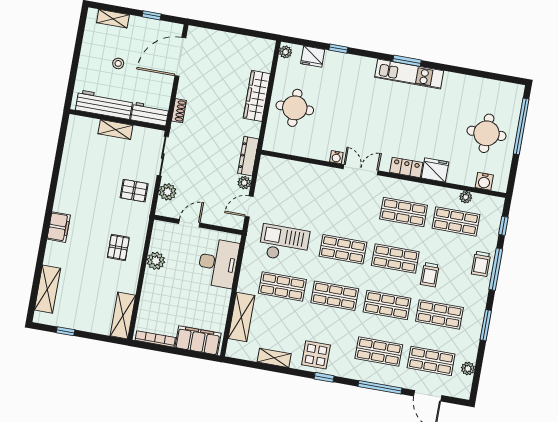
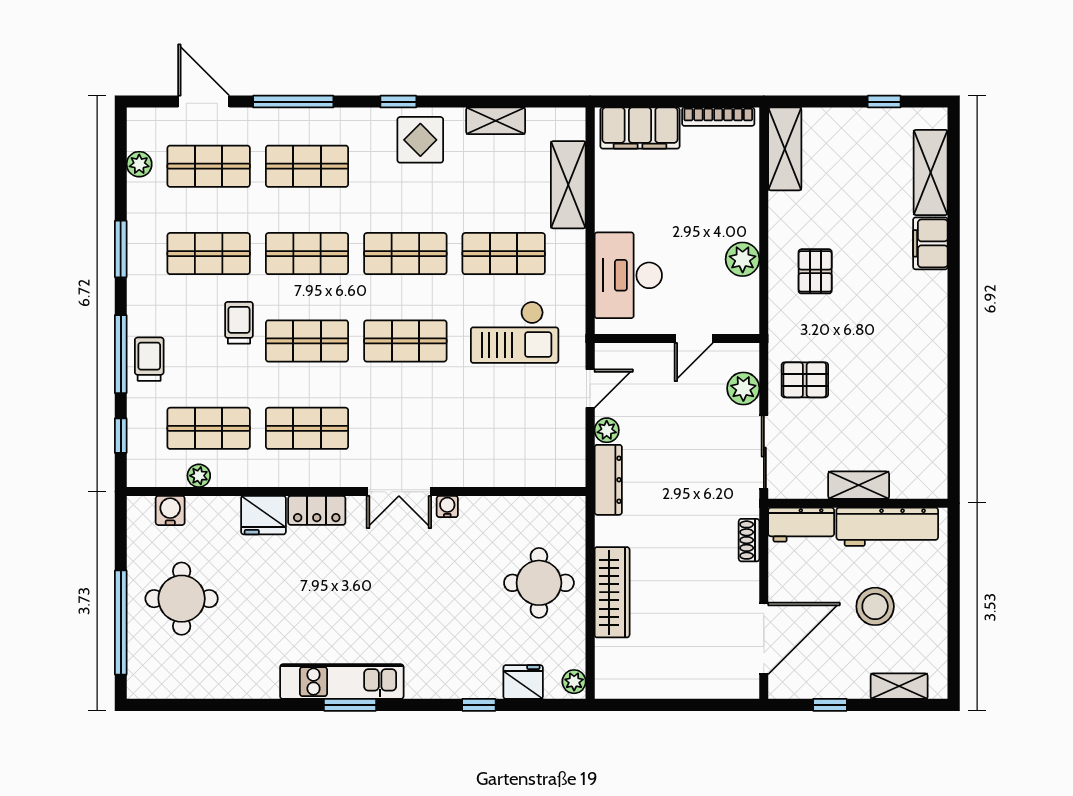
stool: (118, 63) -> (875, 606), width x1.89, depth x1.89
filing cabinet: (59, 227) -> (930, 243), moved

